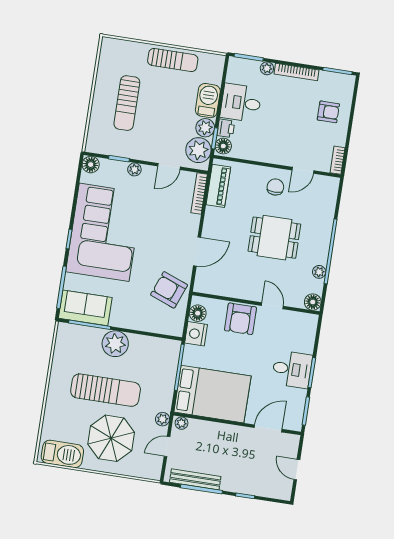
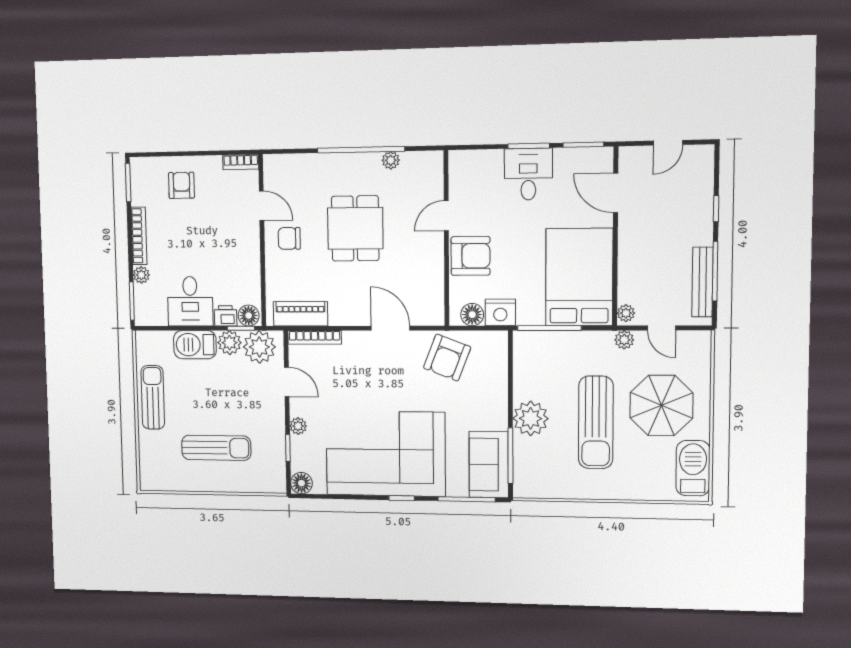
floor lamp: (313, 302) -> (432, 162), removed
sun lounger: (106, 390) -> (596, 422), turned 180

